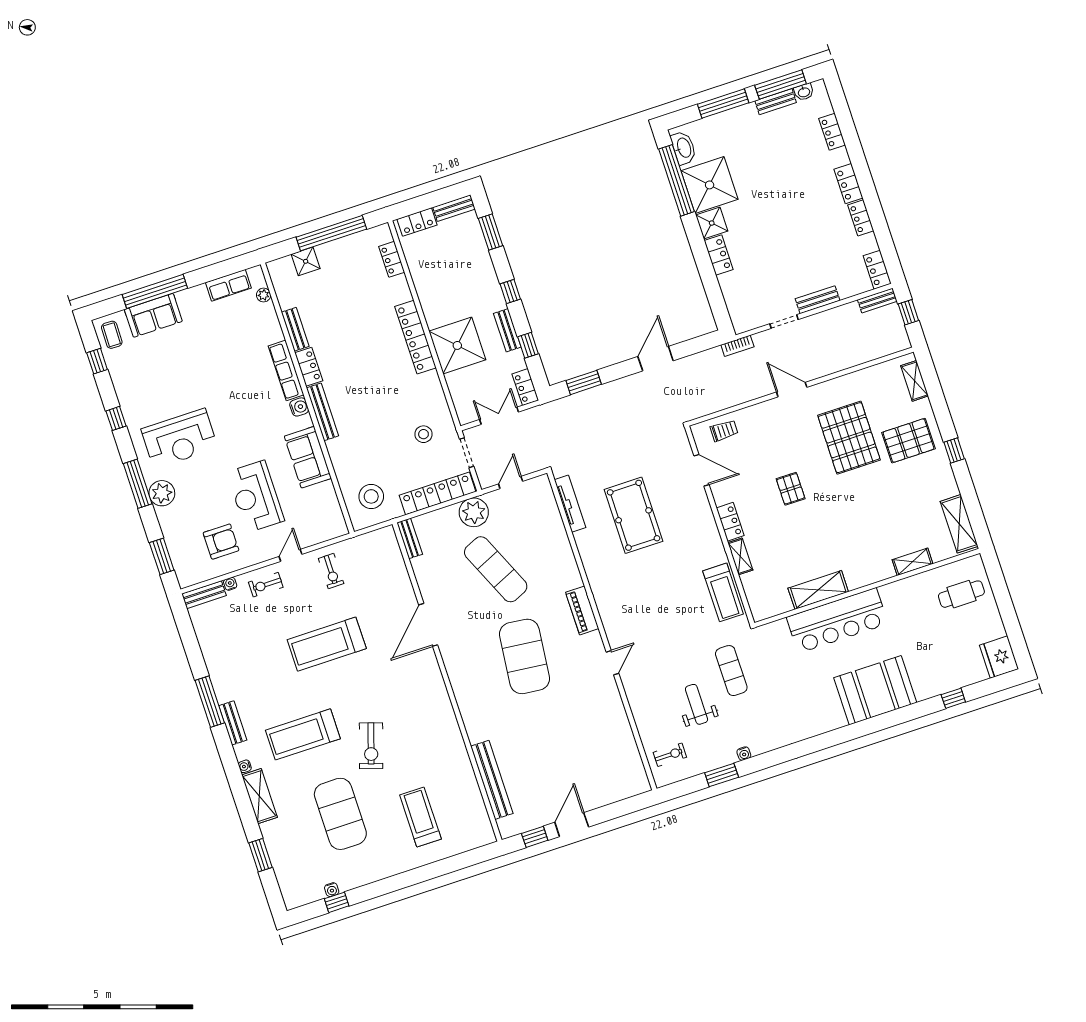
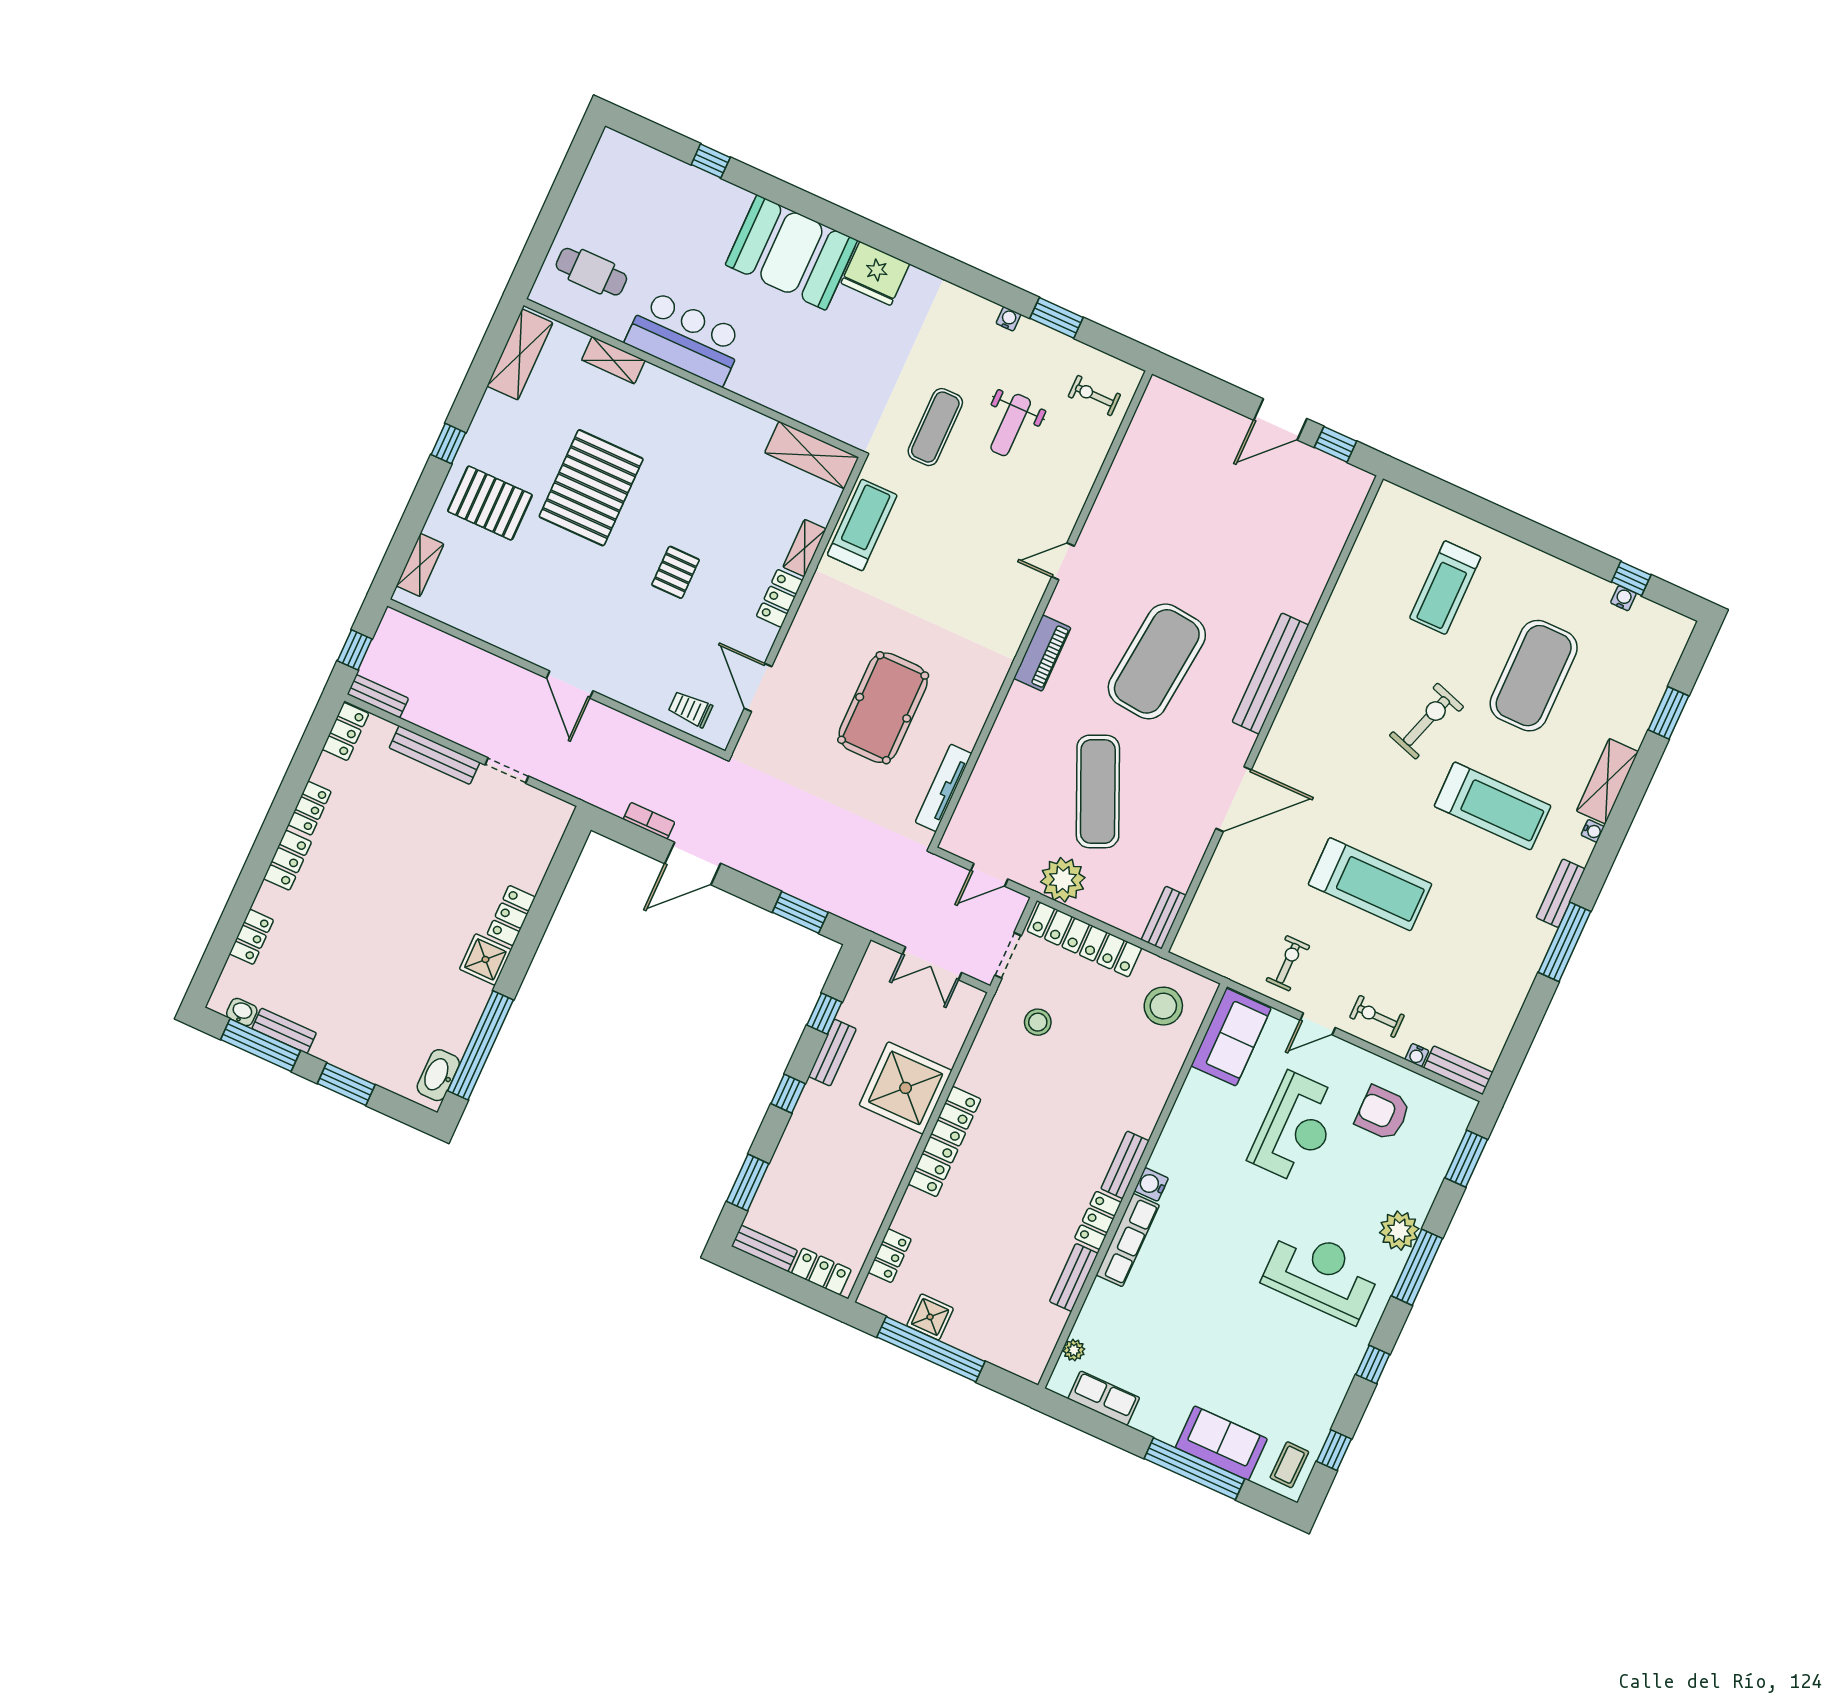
window: (723, 104) -> (346, 1084), width x0.69
shower: (710, 185) -> (448, 1005), removed
shower: (306, 261) -> (930, 1317), moved
bench: (818, 300) -> (434, 755), width x1.36
bookcase: (737, 346) -> (649, 821), moved
locker: (525, 387) -> (872, 968), removed
bench: (322, 412) -> (1125, 1165), width x0.73
pallet: (849, 438) -> (591, 488), moved
sofa: (308, 457) -> (1231, 1037), moved
exercise bike: (266, 585) -> (1377, 1016), turned 180
shelving: (818, 590) -> (812, 455), moved
bar counter: (837, 620) -> (685, 338), moved, width x0.73
fridge: (999, 657) -> (875, 273), moved, turned 90
bench: (492, 780) -> (1271, 674), moved

